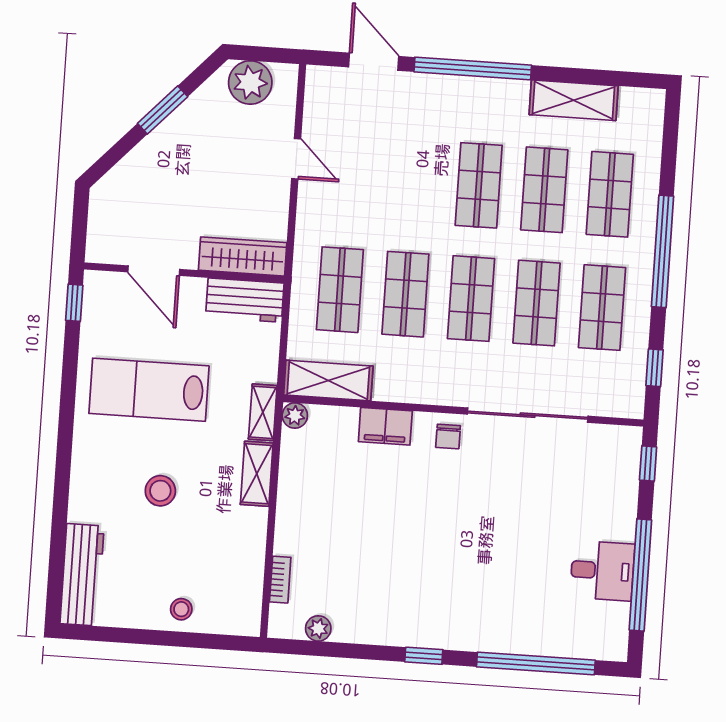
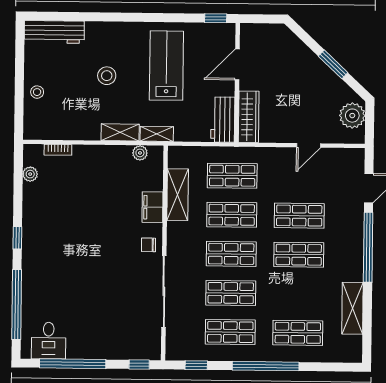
shop shelf: (544, 190) -> (299, 216), moved
shelving: (328, 380) -> (178, 195), moved
plant: (295, 416) -> (140, 153), moved
desk: (602, 571) -> (49, 341), moved

